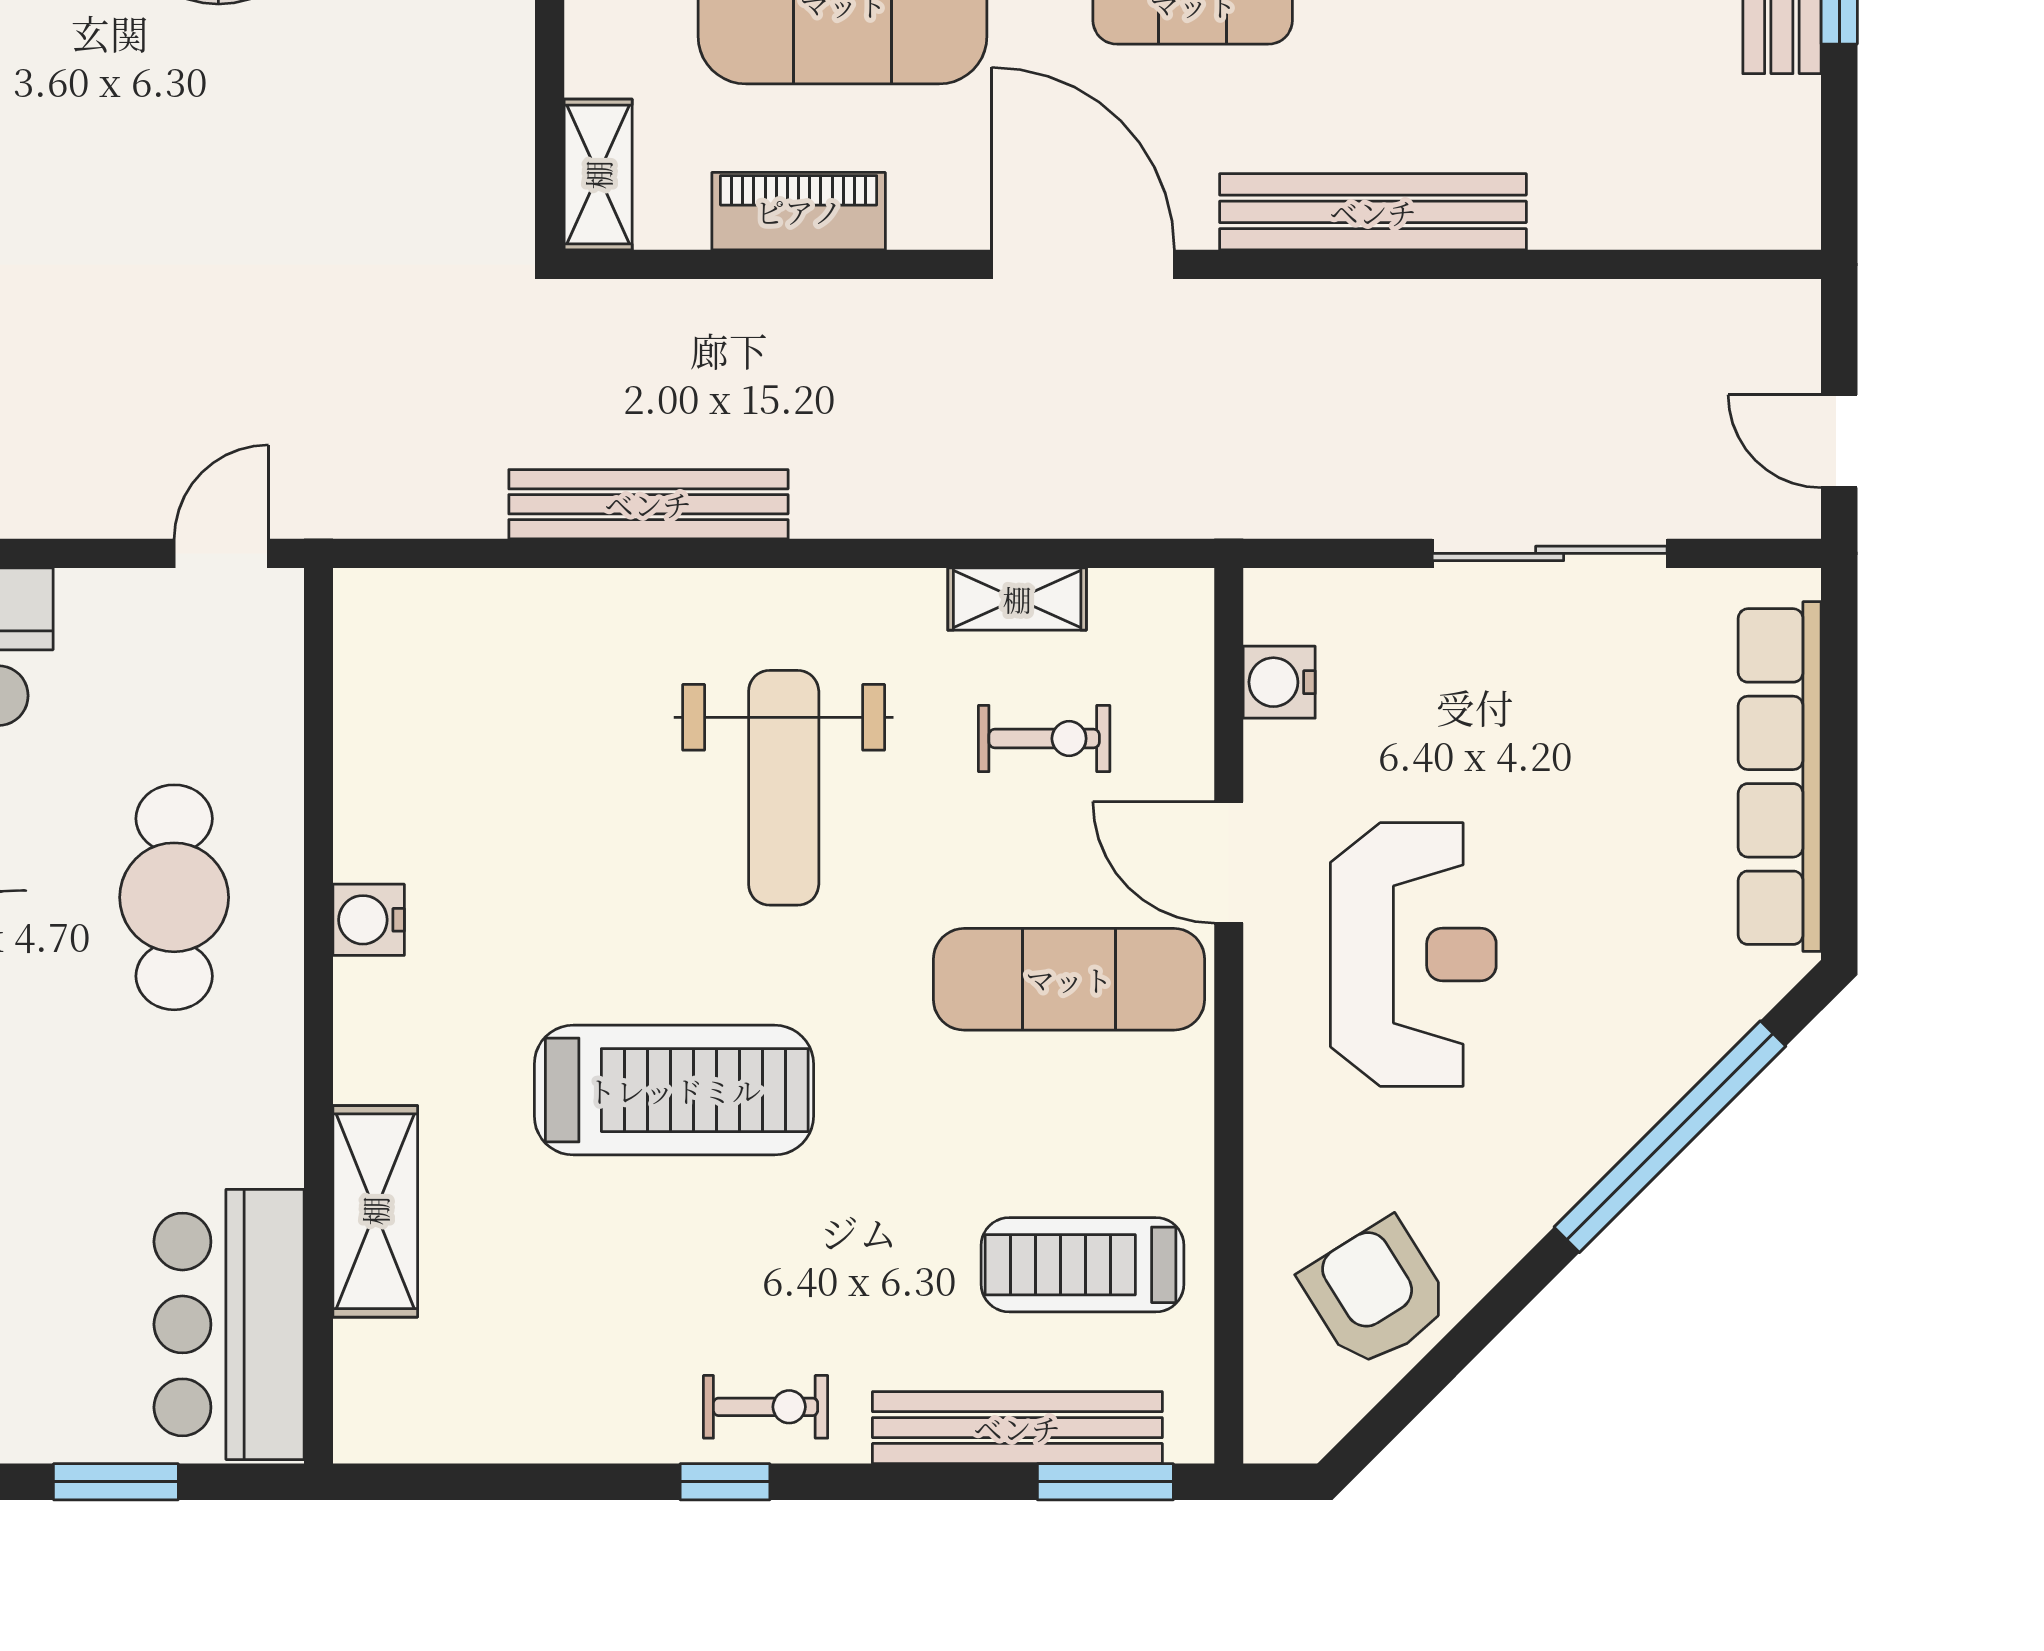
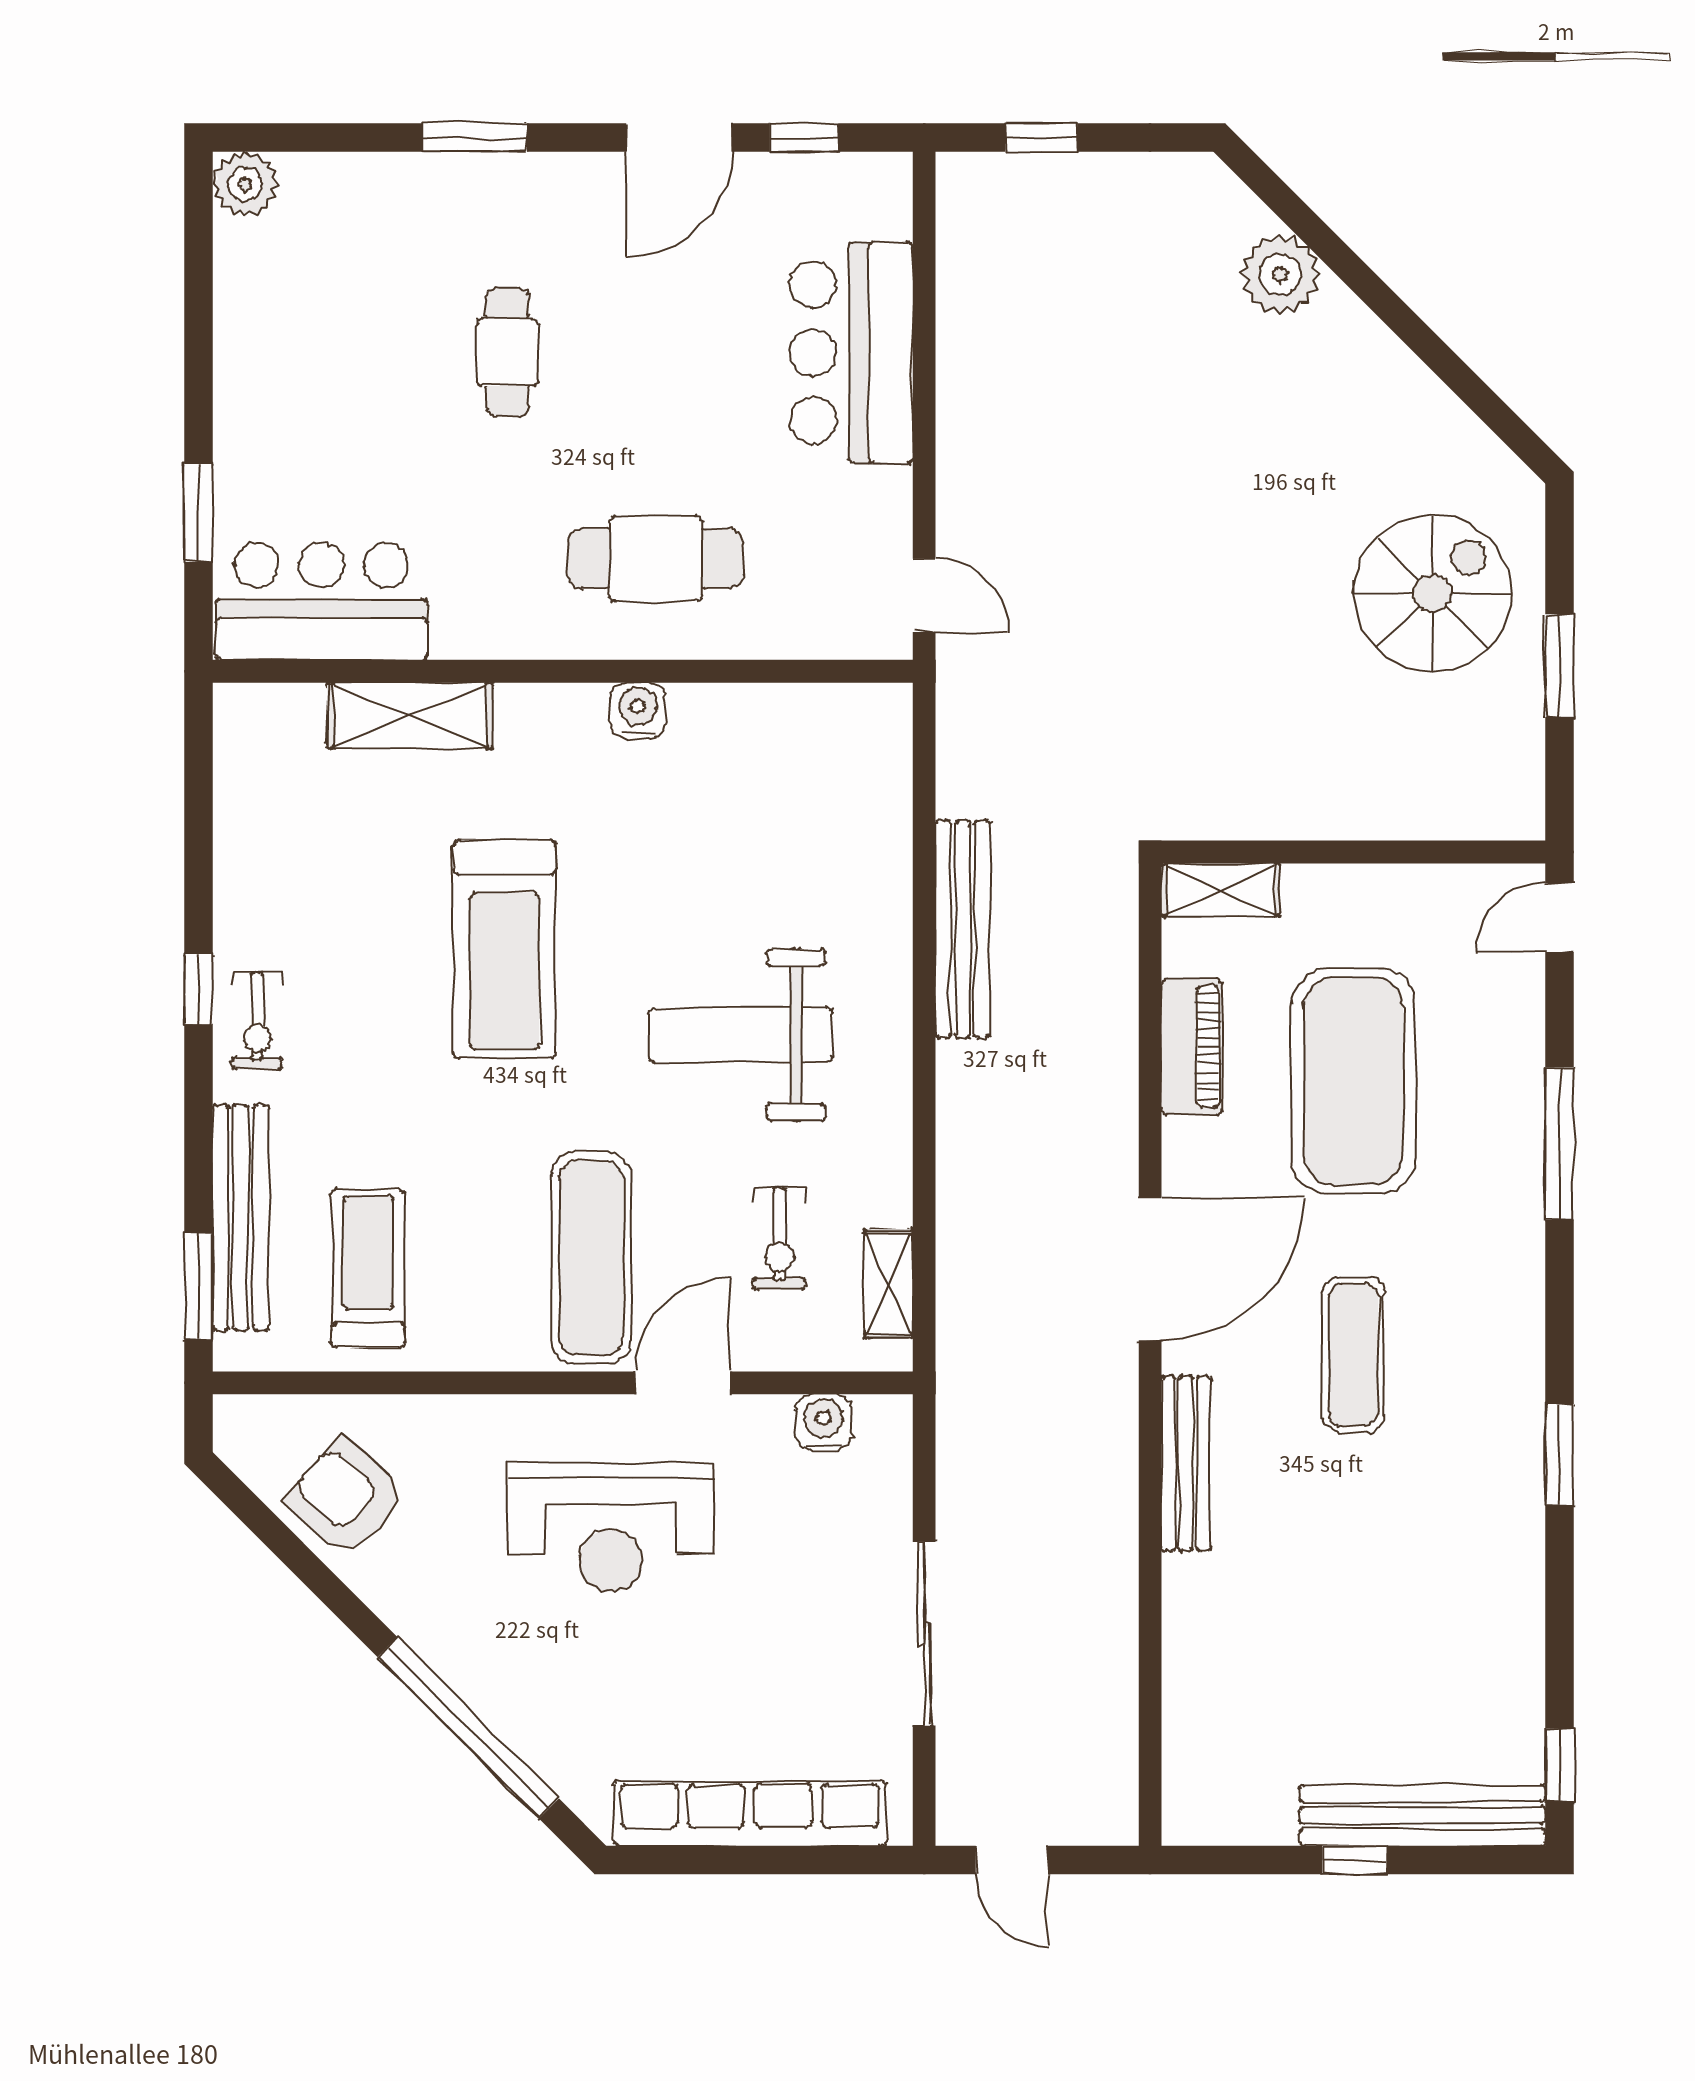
bench: (1373, 212) -> (1186, 1463), width x0.73, depth x0.82
door: (1839, 441) -> (1012, 1860), swing flipped
shelving: (1017, 599) -> (889, 1284), moved
armchair: (1376, 1293) -> (346, 1498), turned -106

